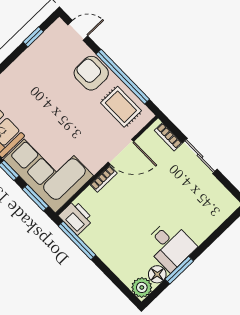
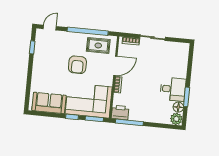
armchair: (91, 73) -> (77, 65), moved, turned -90

